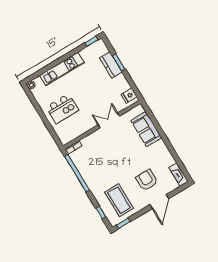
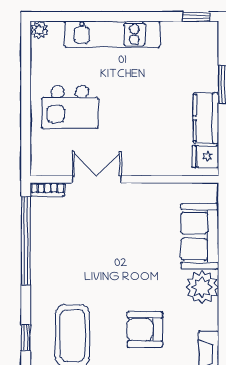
kitchen counter: (111, 65) -> (206, 118), moved
double door: (109, 121) -> (97, 179), moved
plant: (160, 149) -> (202, 287), added
armchair: (147, 180) -> (145, 329), turned -90

